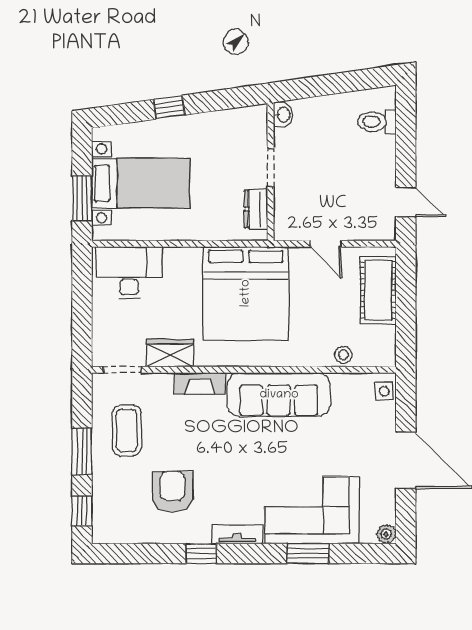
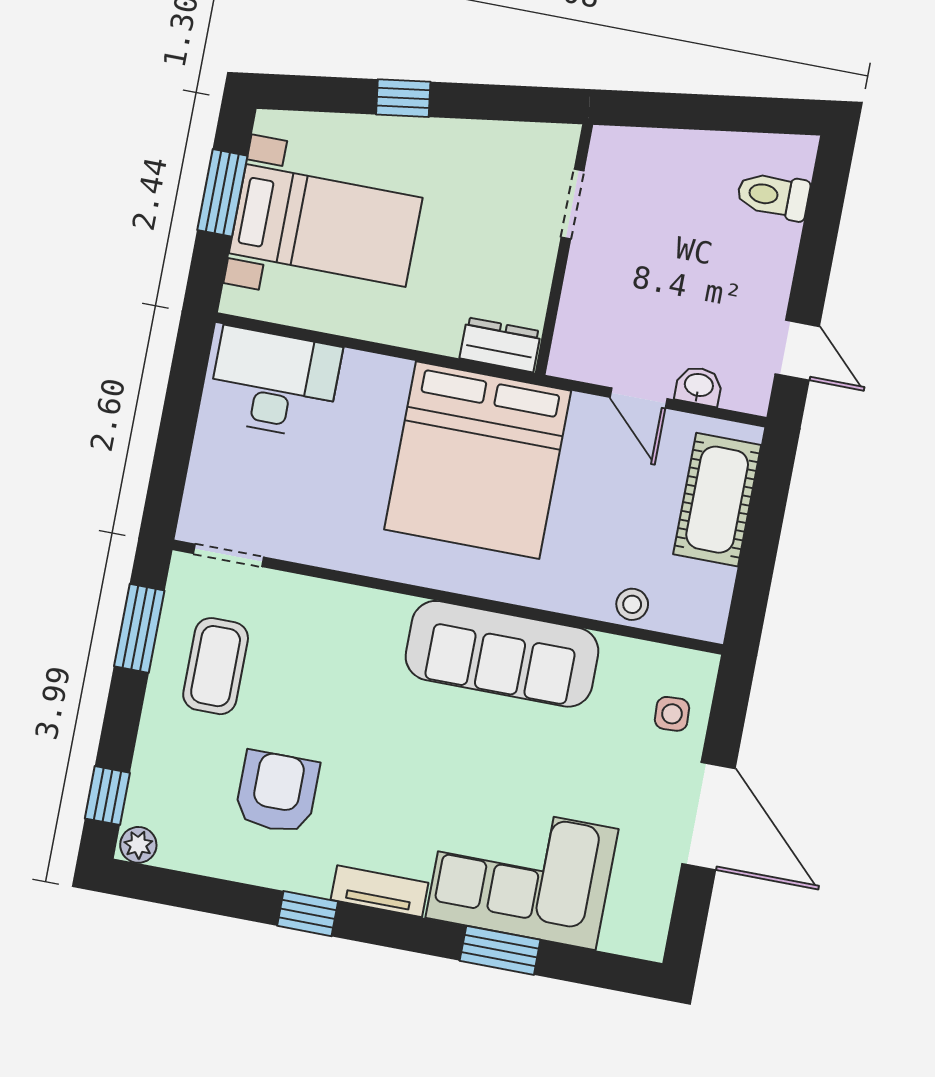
washbasin: (283, 115) -> (699, 386), moved, turned -90
doorway: (271, 168) -> (572, 204), moved
window: (82, 198) -> (222, 193), moved
dresser: (256, 209) -> (500, 345), moved, turned 90
wardrobe: (170, 353) -> (320, 542), removed
fireplace: (200, 384) -> (364, 607), removed
side table: (384, 391) -> (672, 714), moved
window: (82, 451) -> (139, 628), moved
plant: (386, 534) -> (138, 845), moved

